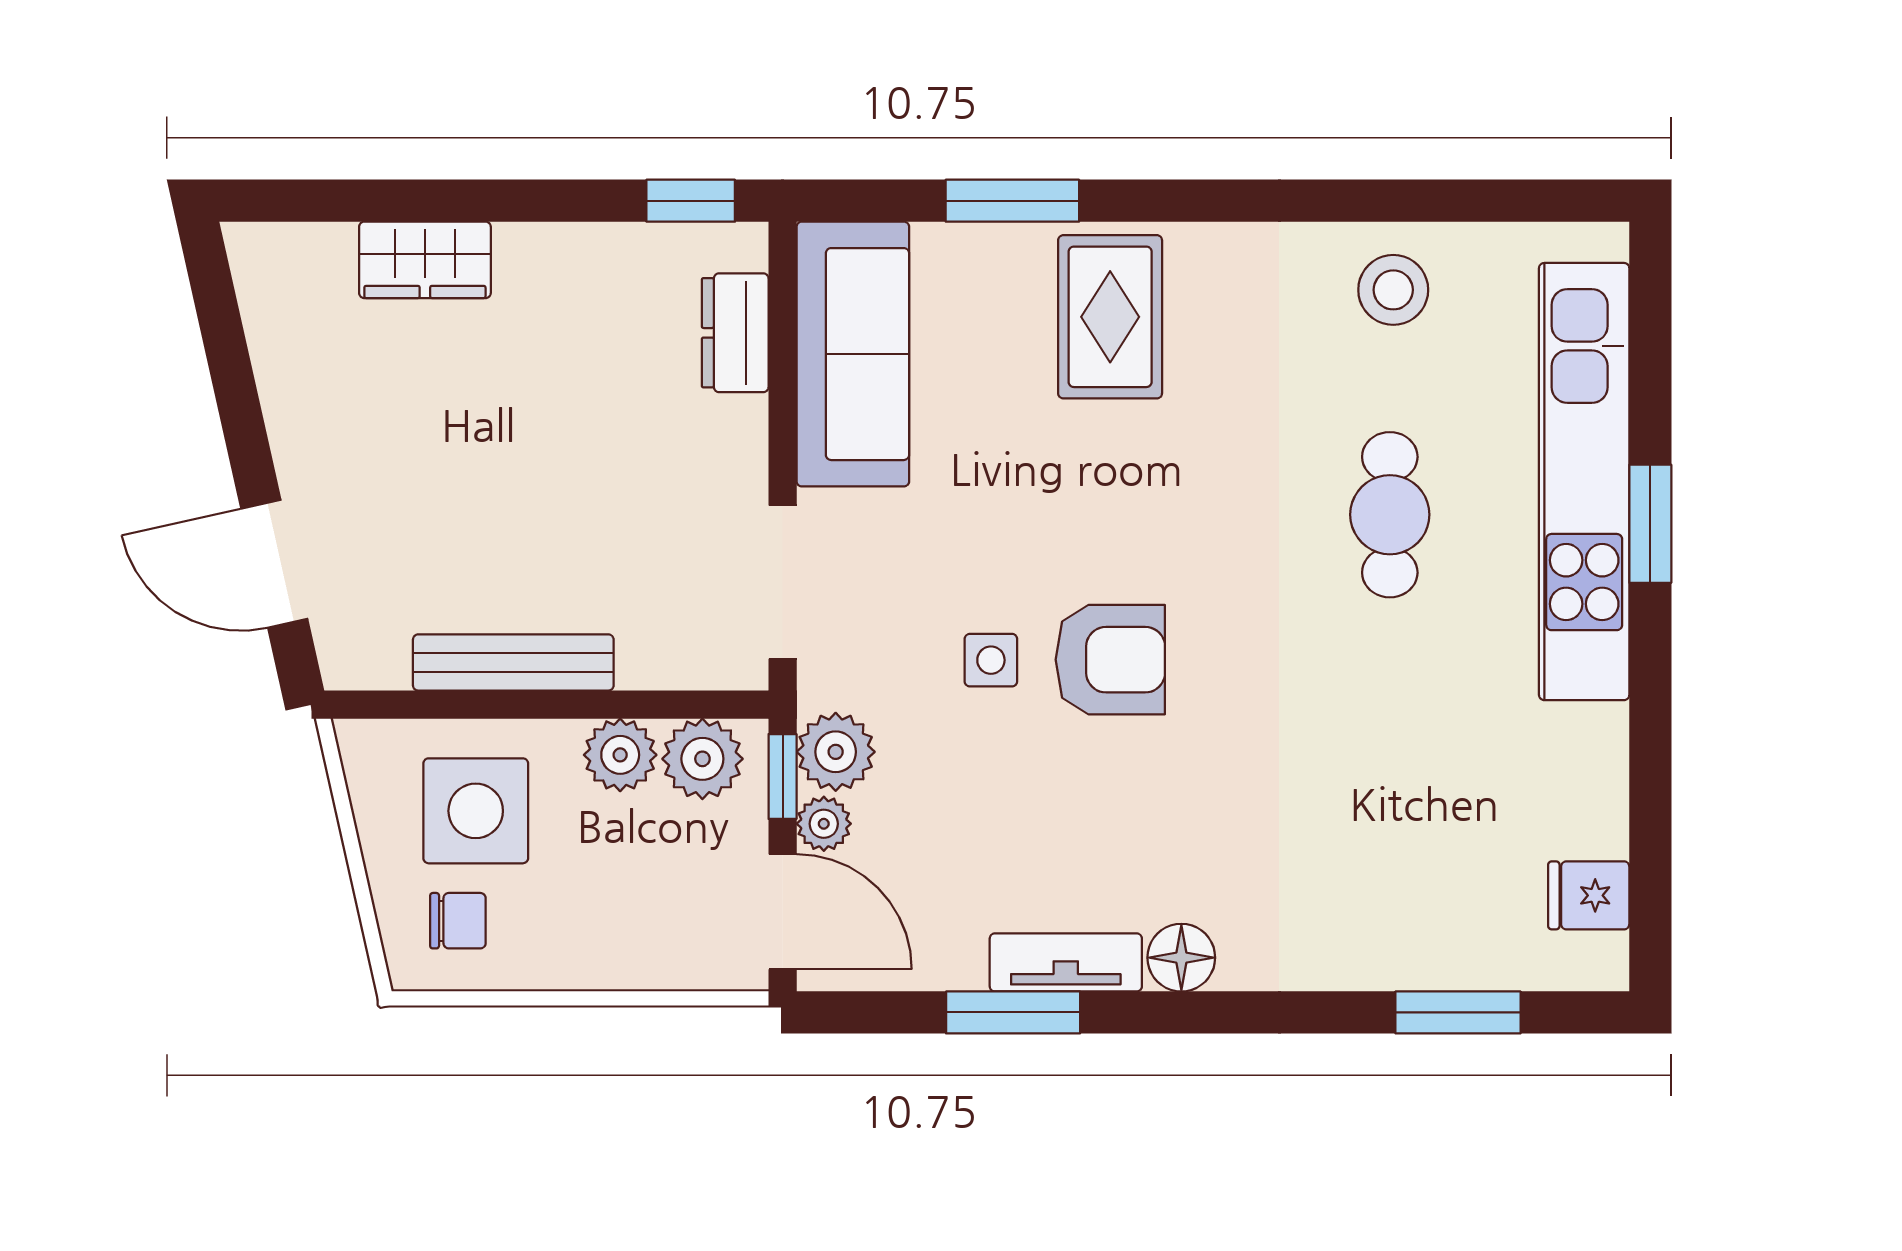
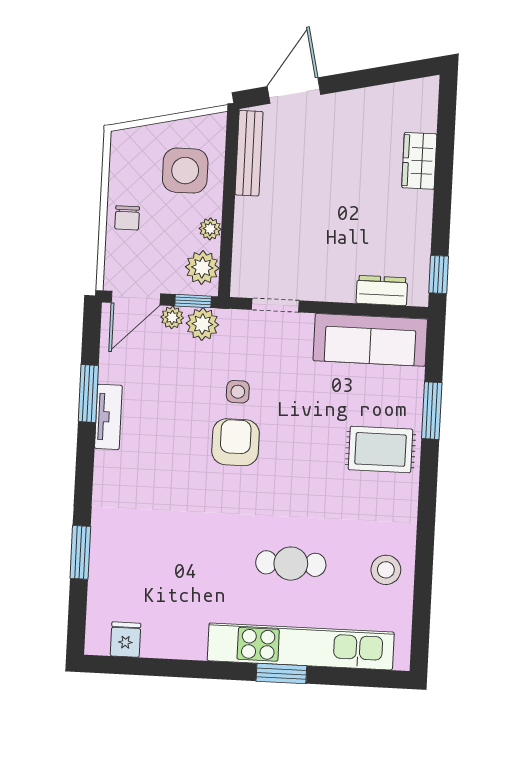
doorway: (783, 582) -> (275, 305), width x0.73
armchair: (1110, 660) -> (235, 442), turned 180
bench: (513, 662) -> (249, 153), moved
plant: (620, 755) -> (210, 229), width x0.73, depth x0.73
chair: (458, 921) -> (127, 218), moved
floor lamp: (1181, 958) -> (108, 466), removed
window: (1458, 1012) -> (80, 552), moved

